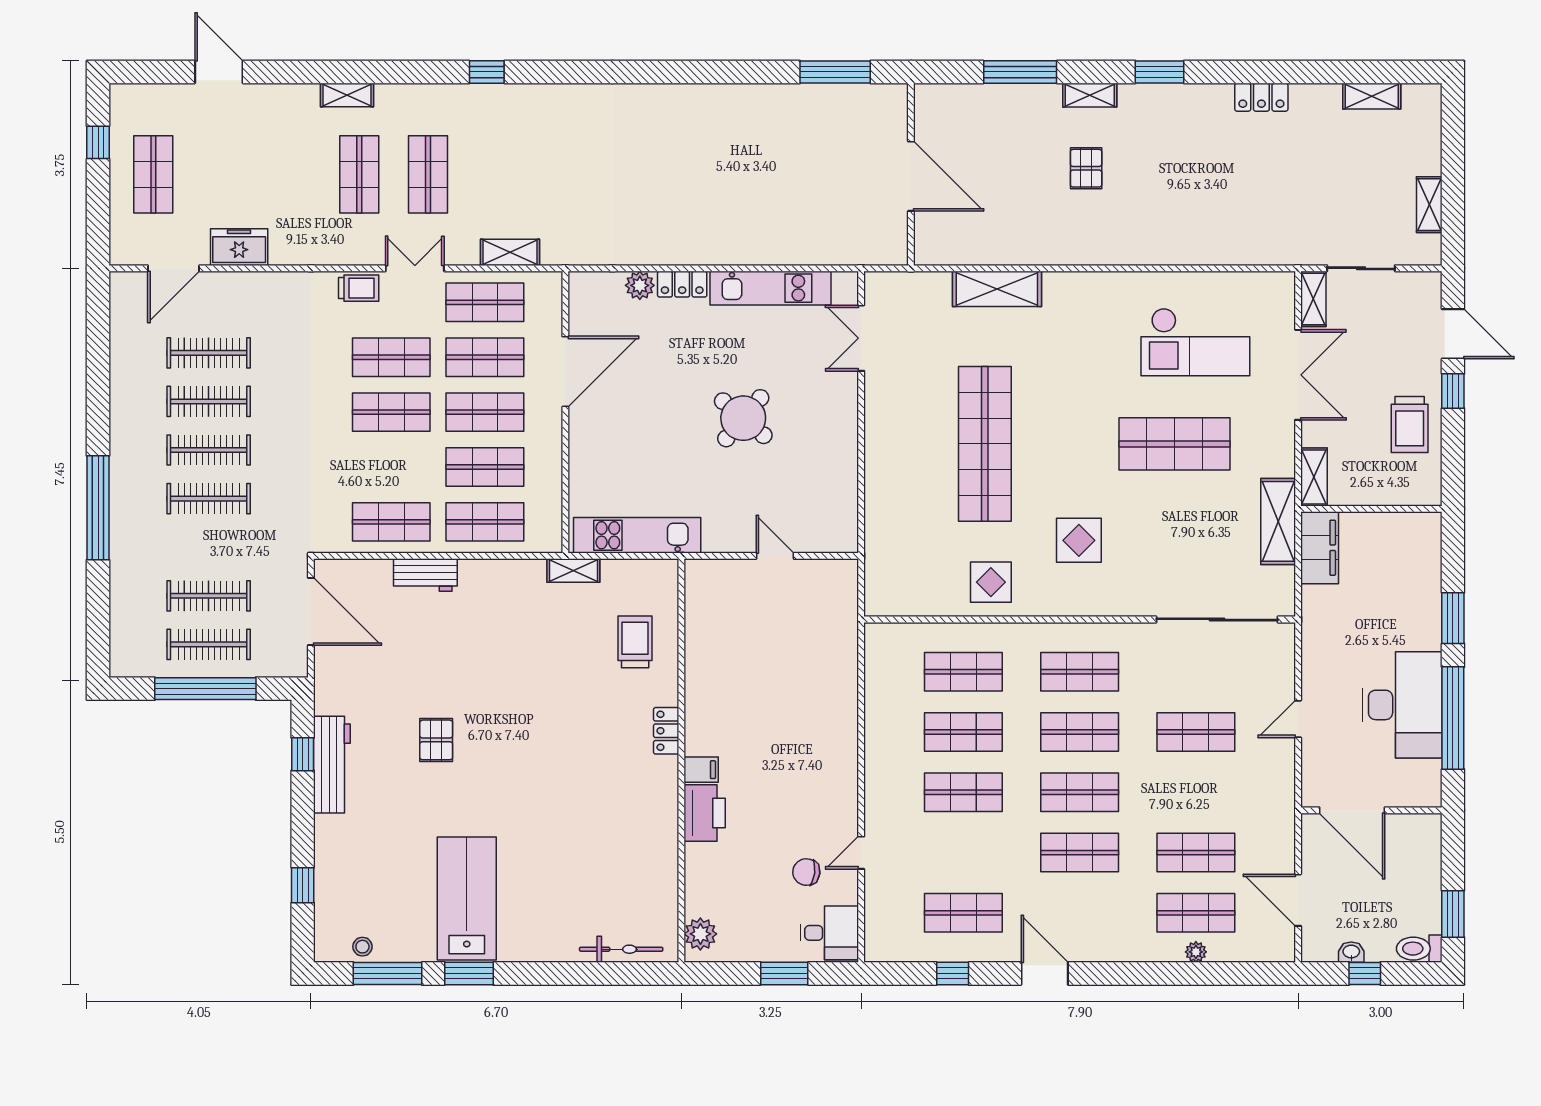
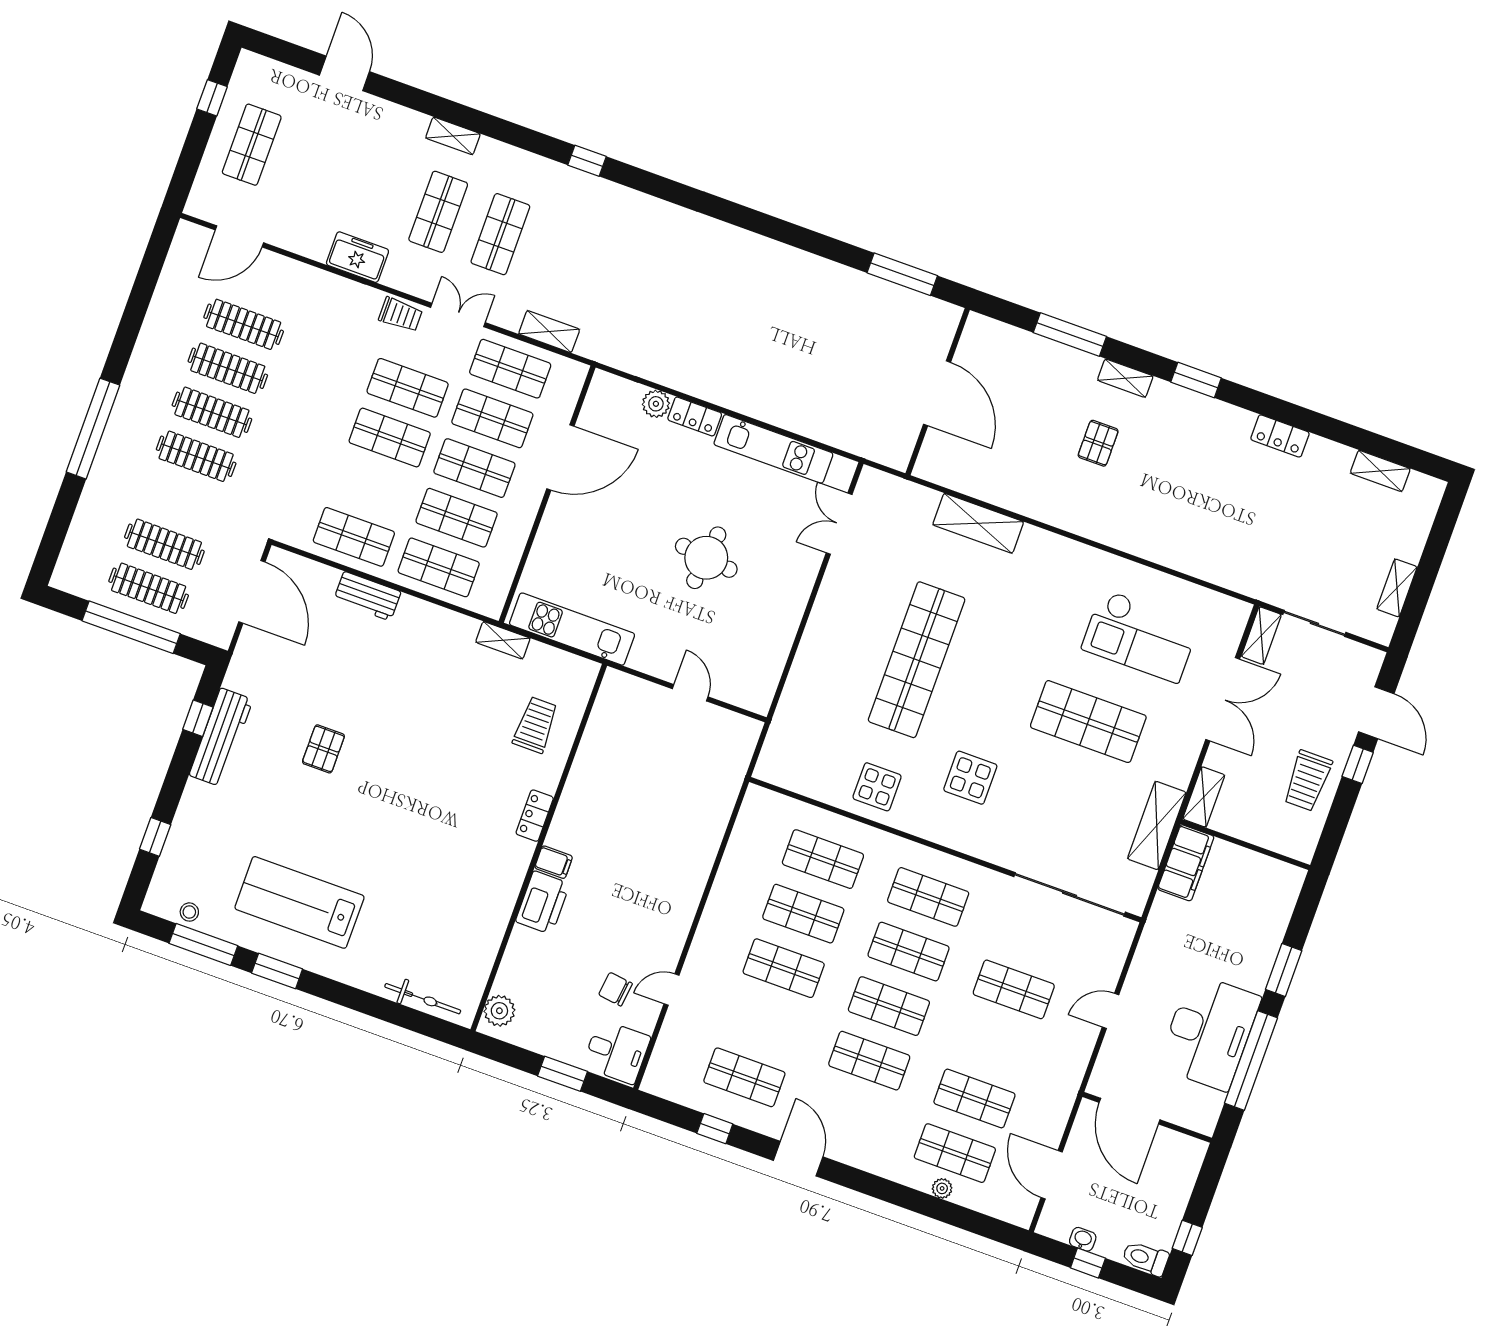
freezer: (239, 247) -> (357, 257), moved
round table: (743, 418) -> (706, 558), turned -33
lab bench: (467, 898) -> (299, 902), turned -90
window: (1453, 914) -> (1187, 1238), width x0.67

